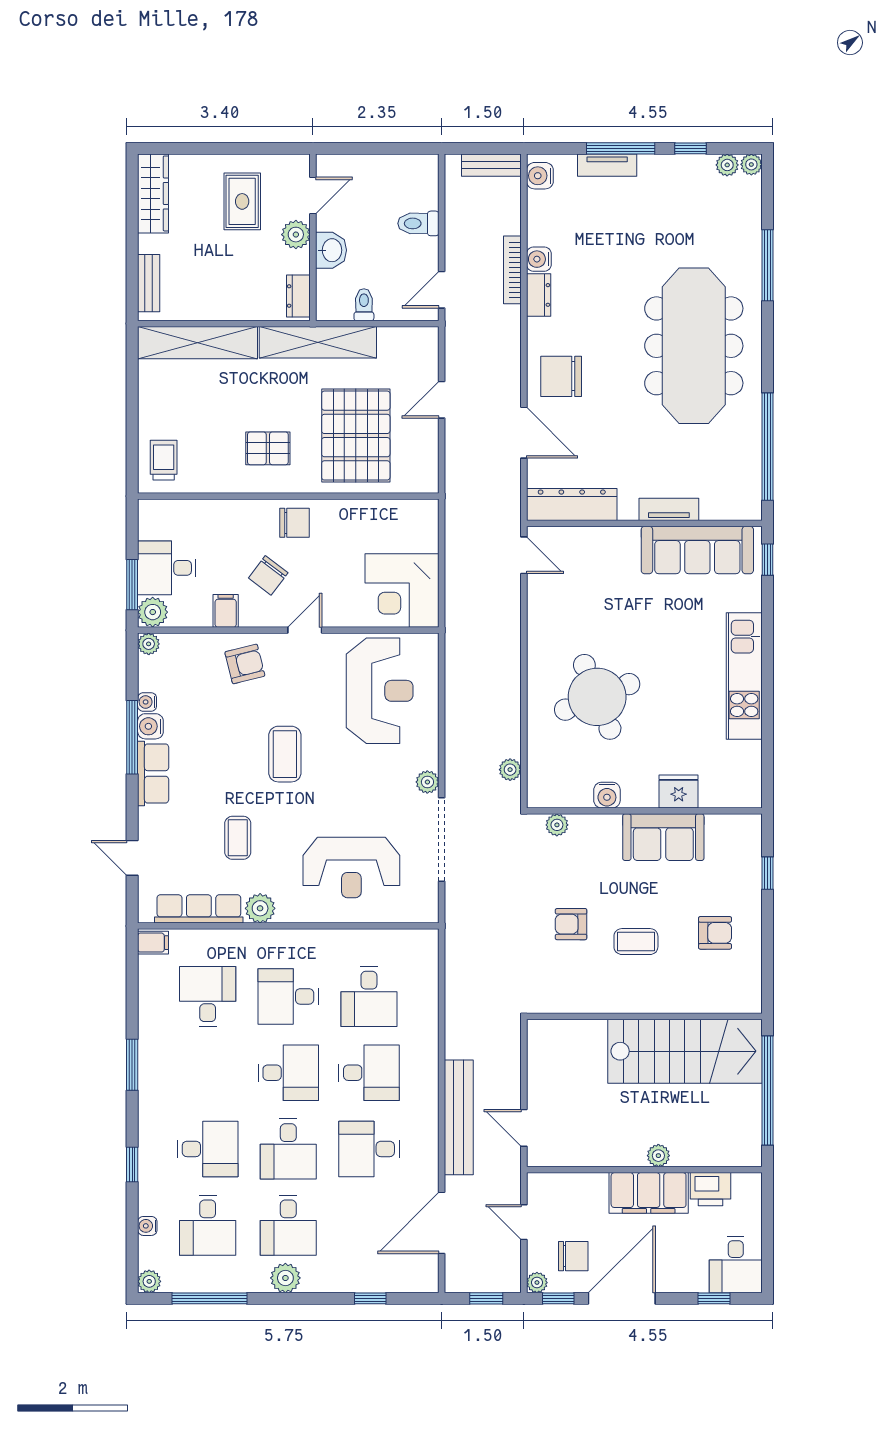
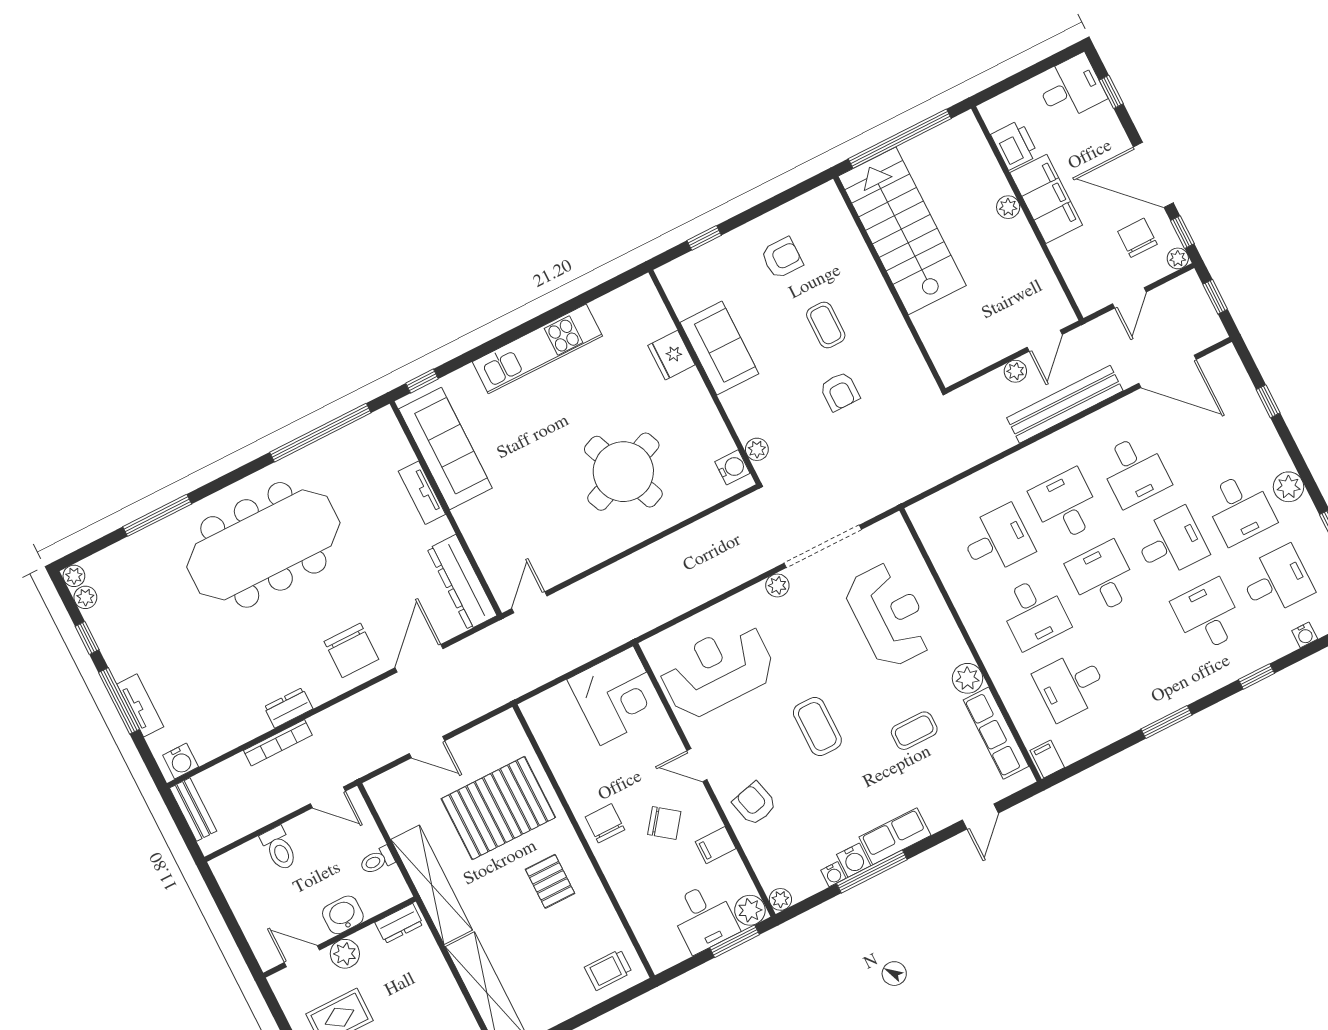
water cooler: (539, 259) -> (256, 724), removed
coffee table: (285, 754) -> (817, 726), turned 90
plant: (510, 770) -> (1015, 371), moved
water cooler: (607, 795) -> (732, 467), moved
armchair: (715, 933) -> (782, 258), turned 90
desk: (288, 1225) -> (1240, 508), turned 90

